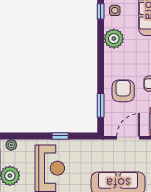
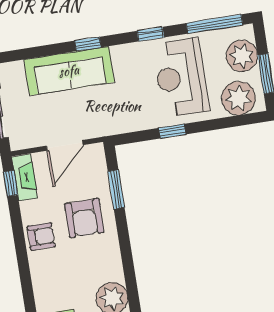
plant: (11, 145) -> (238, 98), width x1.88, depth x1.88

